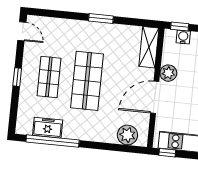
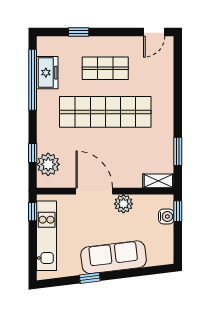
window: (101, 18) -> (178, 151), moved
shelving: (149, 47) -> (158, 181), width x0.67, depth x0.75
window: (17, 77) -> (79, 32), moved
shop shelf: (87, 81) -> (105, 112), width x1.40
window: (116, 147) -> (33, 153), added

